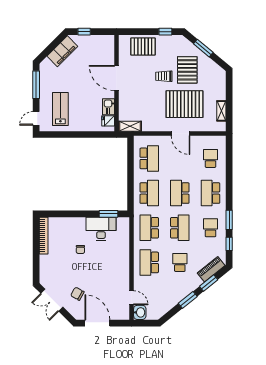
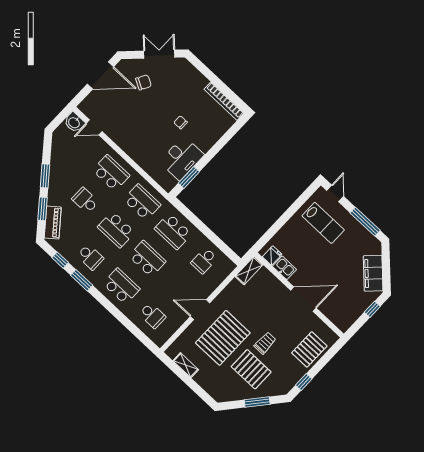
school desk: (149, 158) -> (204, 261), width x0.54
school desk: (180, 262) -> (85, 200), turned 180

